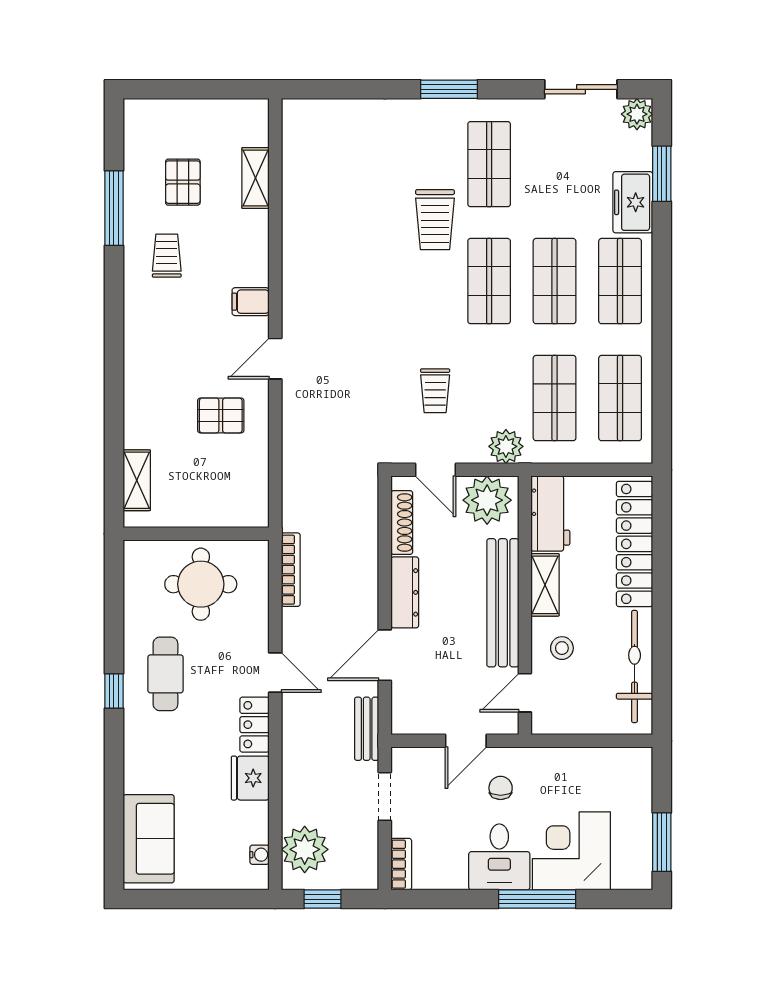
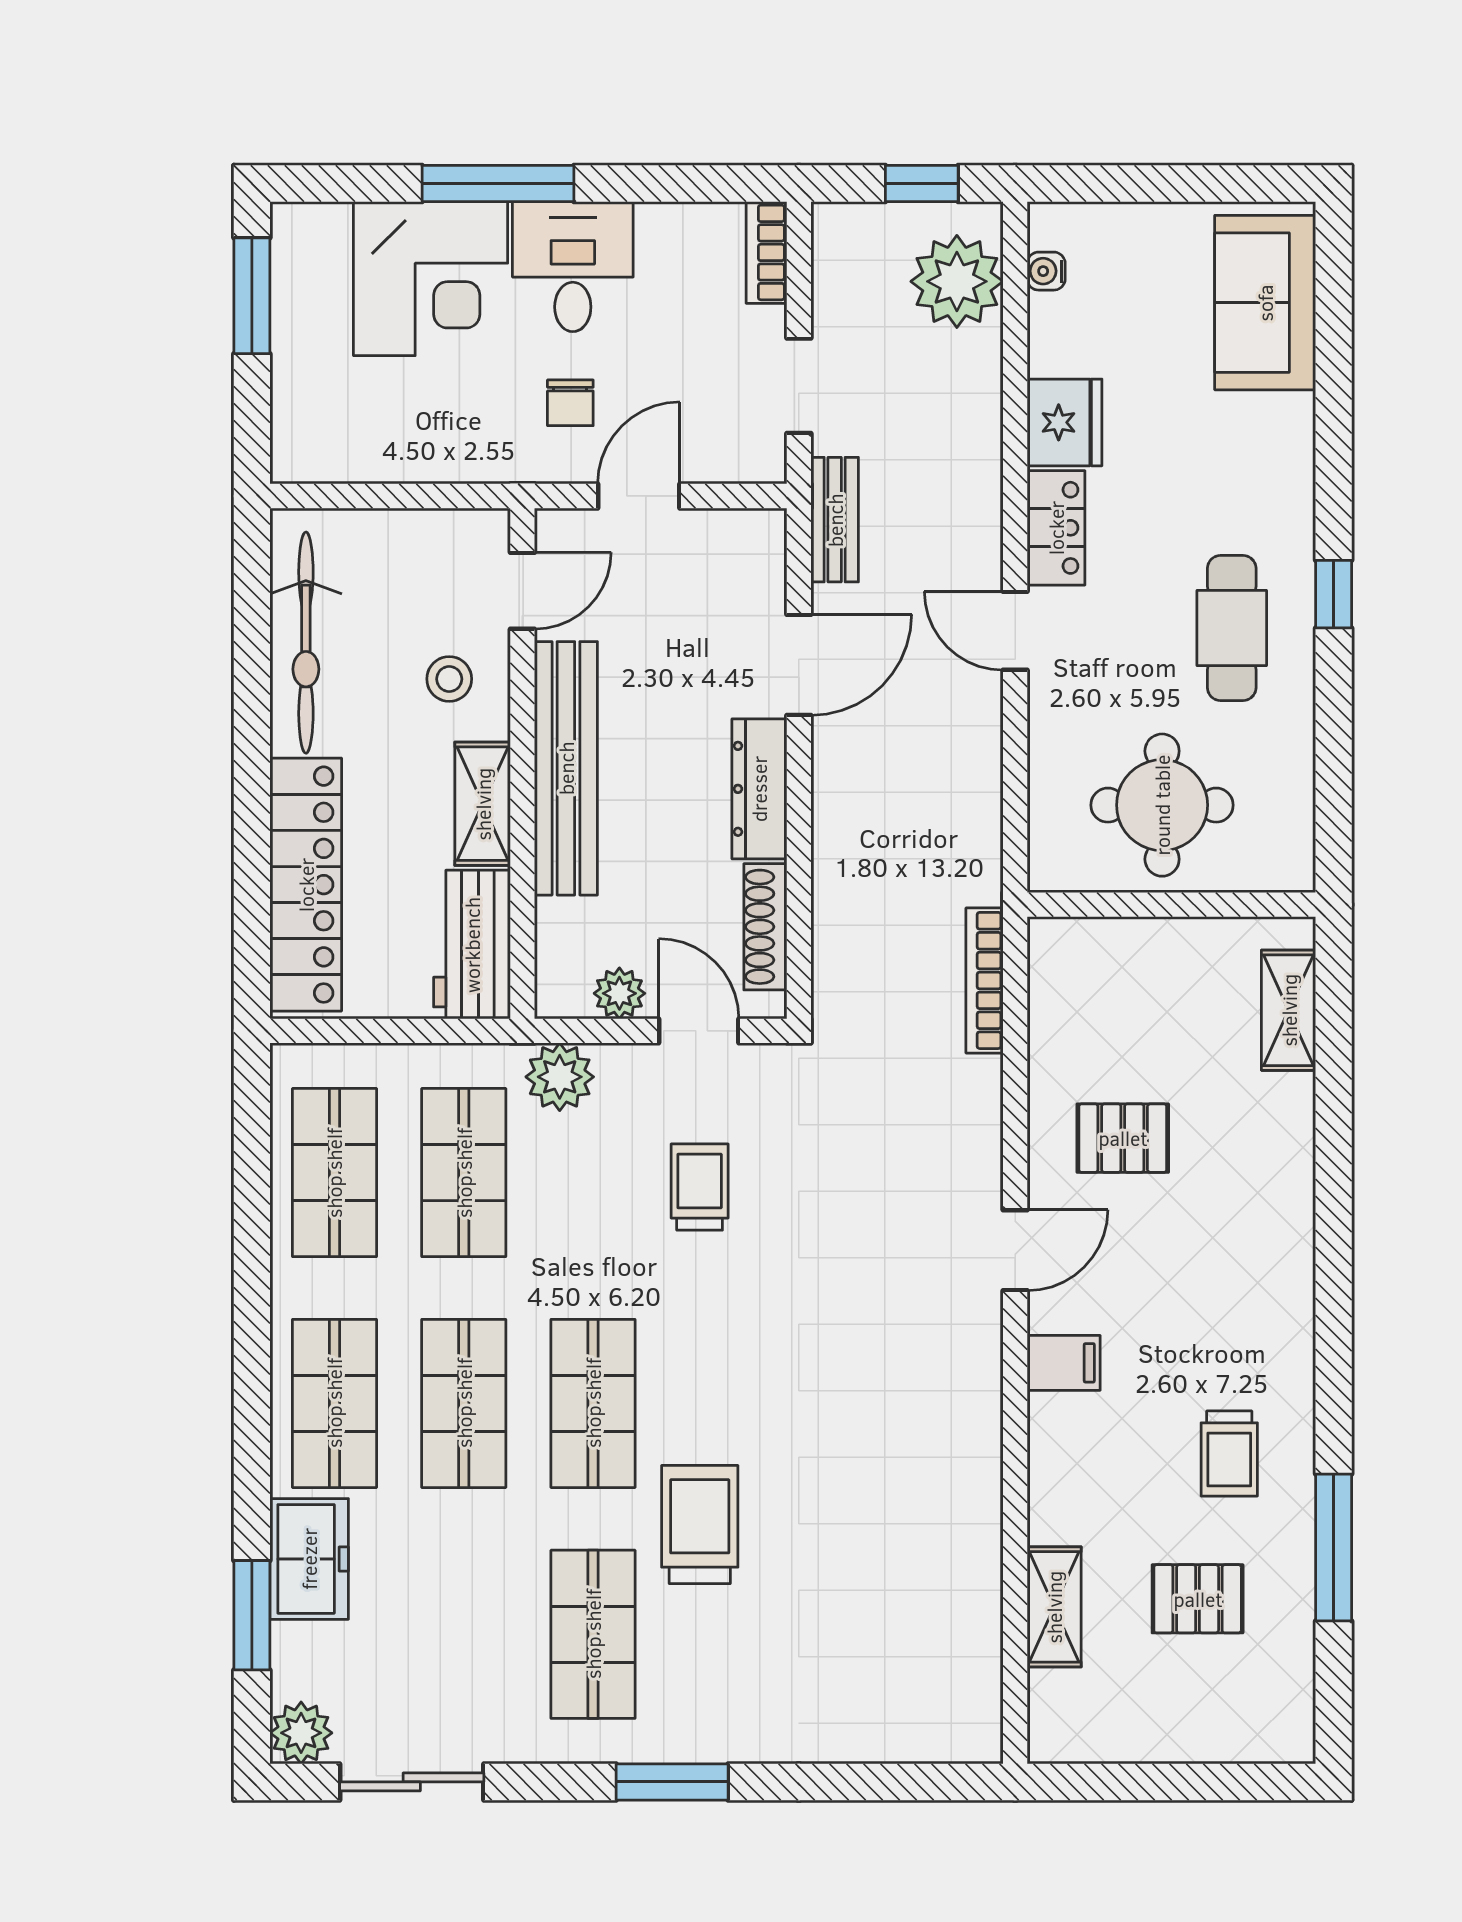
pallet: (183, 182) -> (1198, 1599), turned 90
plant: (487, 500) -> (619, 993), width x0.53, depth x0.53
bookcase: (291, 570) -> (985, 980), moved

